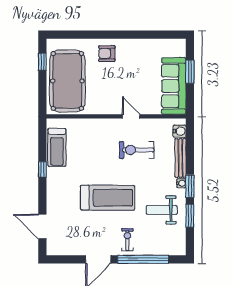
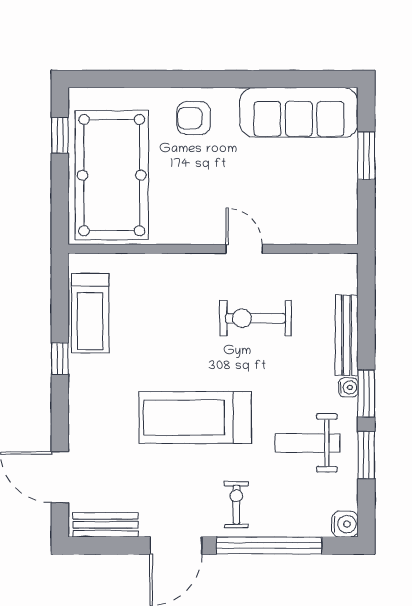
sofa: (174, 86) -> (299, 112), moved, turned -90
water cooler: (180, 131) -> (345, 524), moved
treadmill: (108, 198) -> (195, 418), turned 180
bench: (64, 249) -> (106, 525), added

